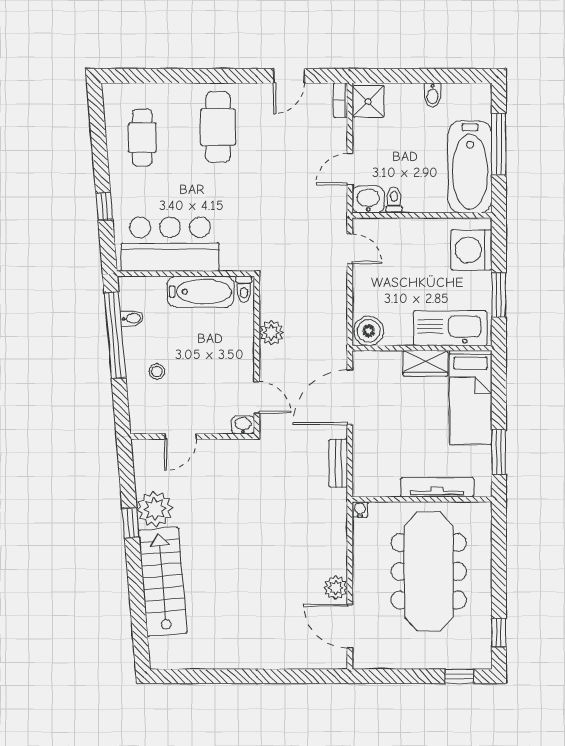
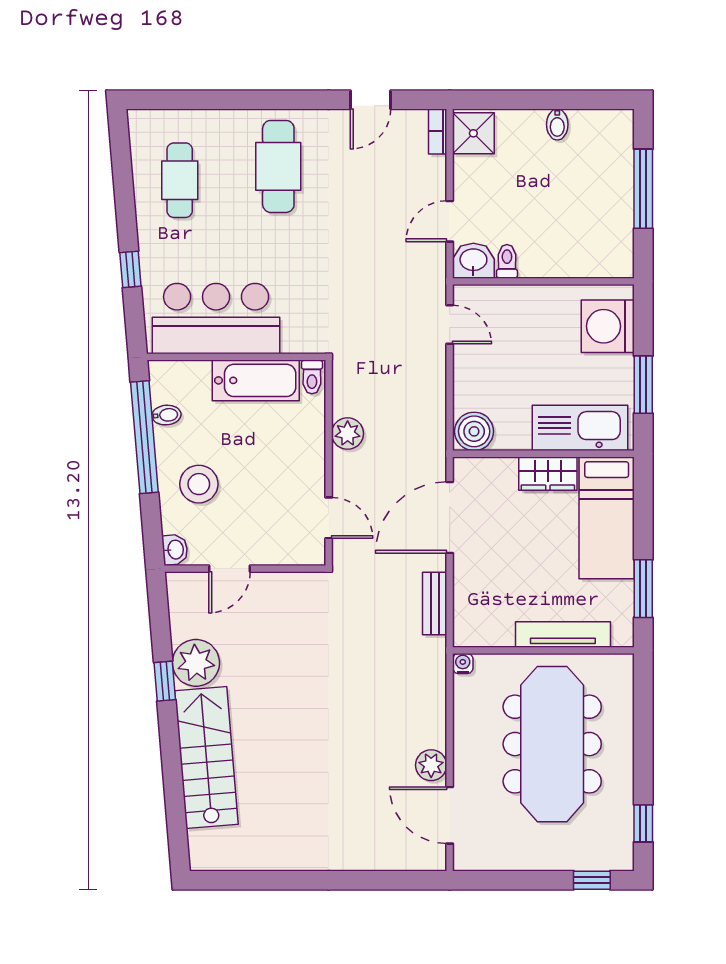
bathtub: (470, 167) -> (606, 218), removed
stool: (157, 371) -> (199, 484), width x1.89, depth x1.89
washbasin: (243, 425) -> (175, 550), moved, turned 85

